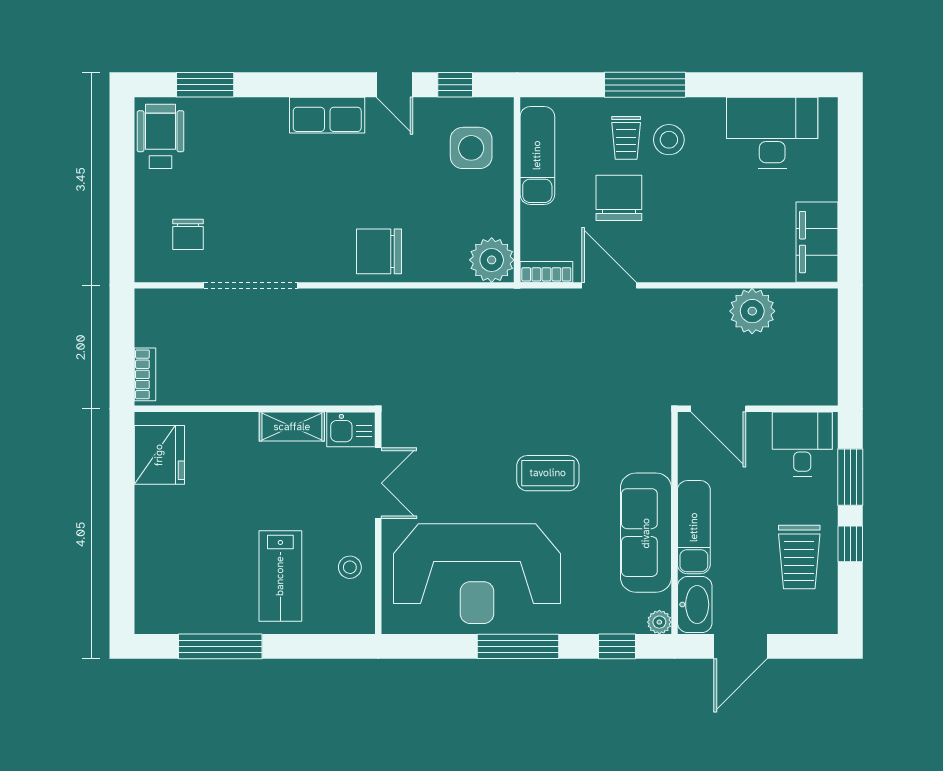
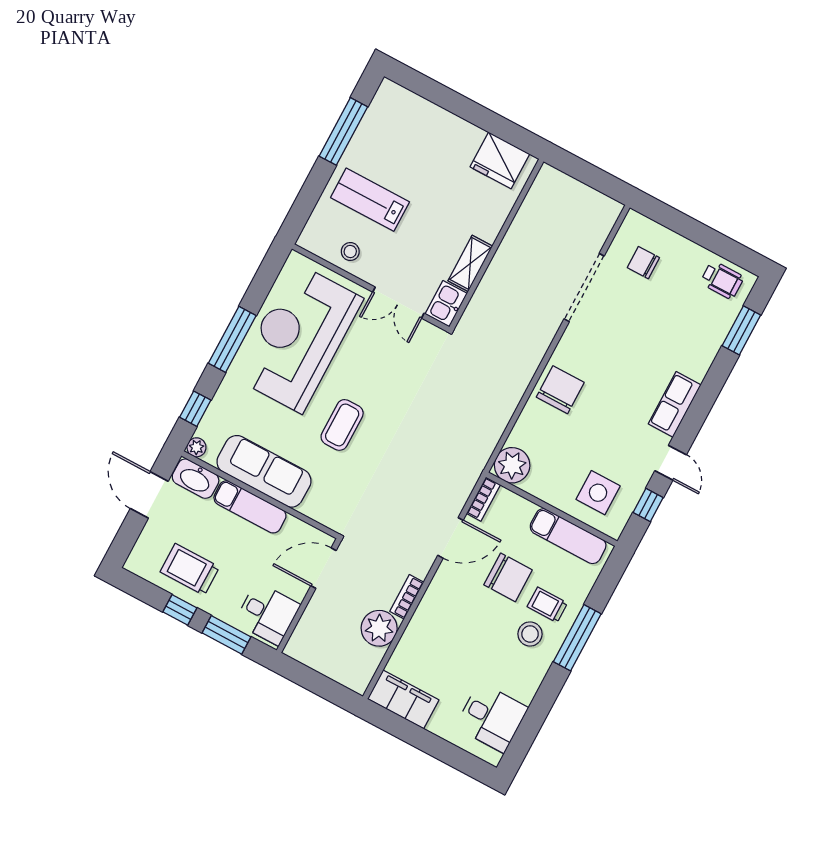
door: (395, 85) -> (671, 463), swing flipped
desk: (772, 133) -> (492, 717), width x0.73
wheelchair: (161, 136) -> (722, 280), width x0.73, depth x0.73
bookcase: (145, 374) -> (407, 597), moved, turned 90

